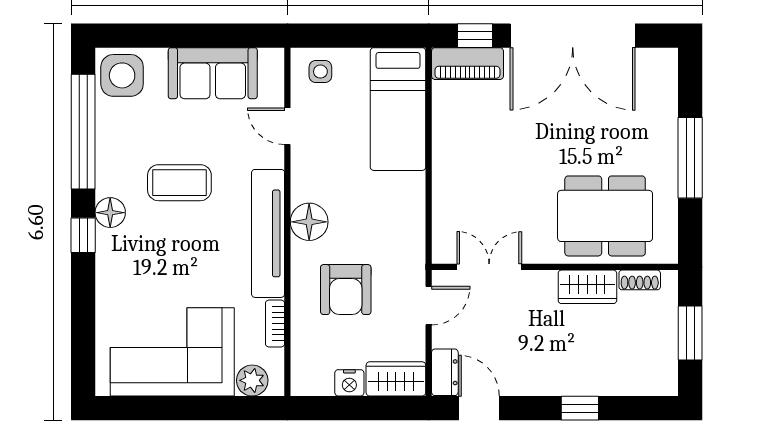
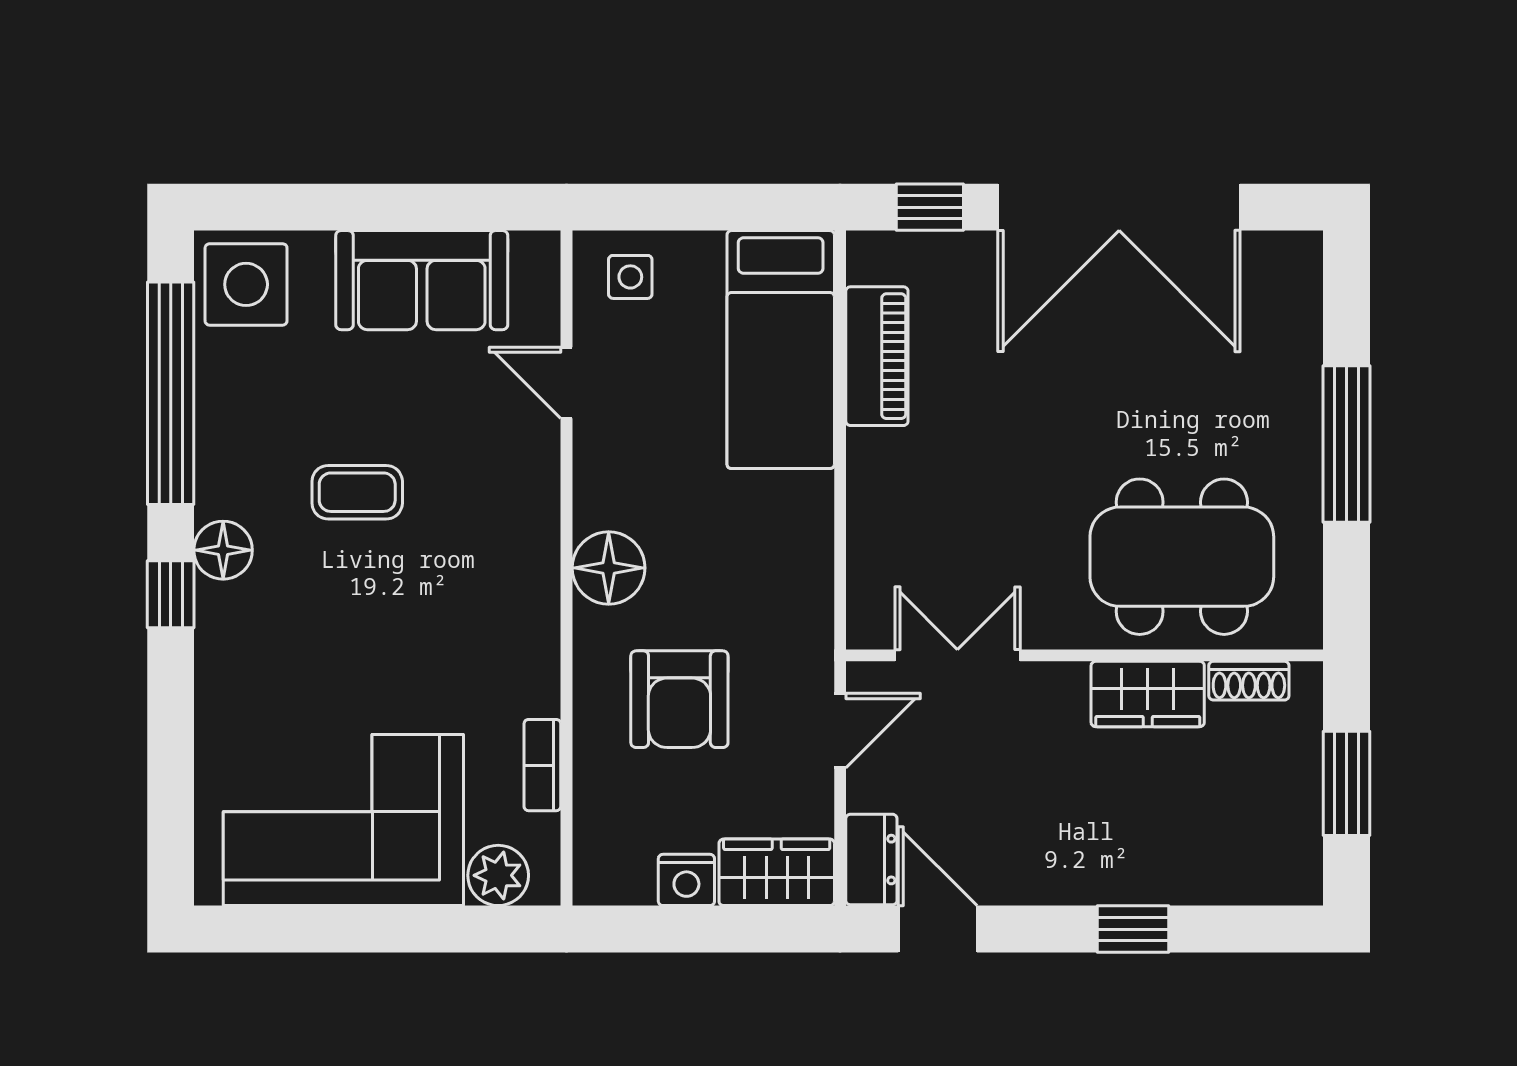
piano: (467, 64) -> (877, 356), moved, turned -90
coffee table: (179, 183) -> (357, 492), width x0.73, depth x0.77
tv unit: (268, 233) -> (529, 590), removed

